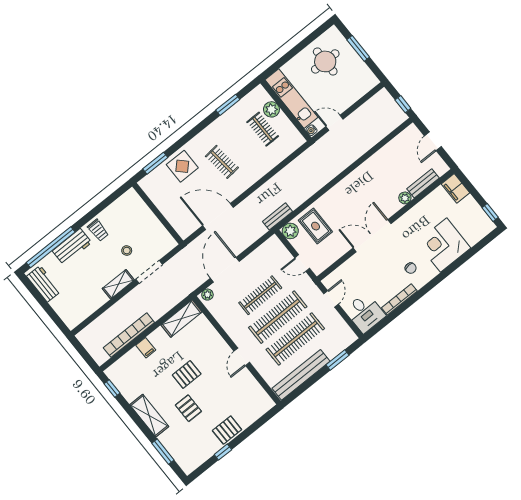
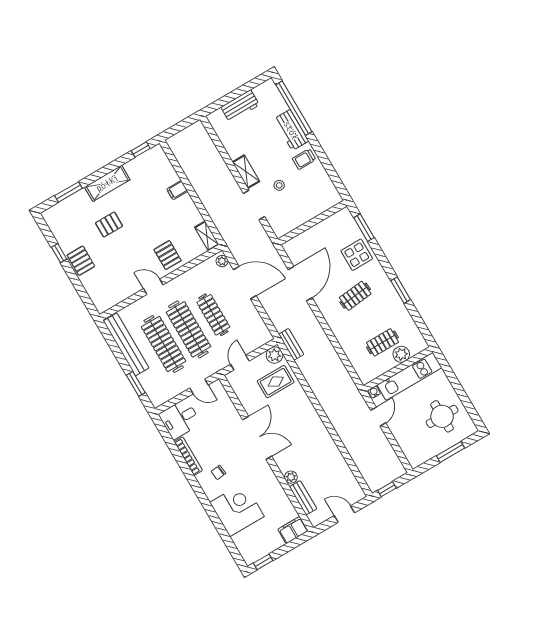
window: (228, 105) -> (401, 290), moved
workbench: (44, 284) -> (240, 106), moved
shelving: (181, 319) -> (207, 236), width x0.67, depth x0.75
bookcase: (129, 335) -> (193, 175), removed
pallet: (187, 374) -> (168, 255), moved

